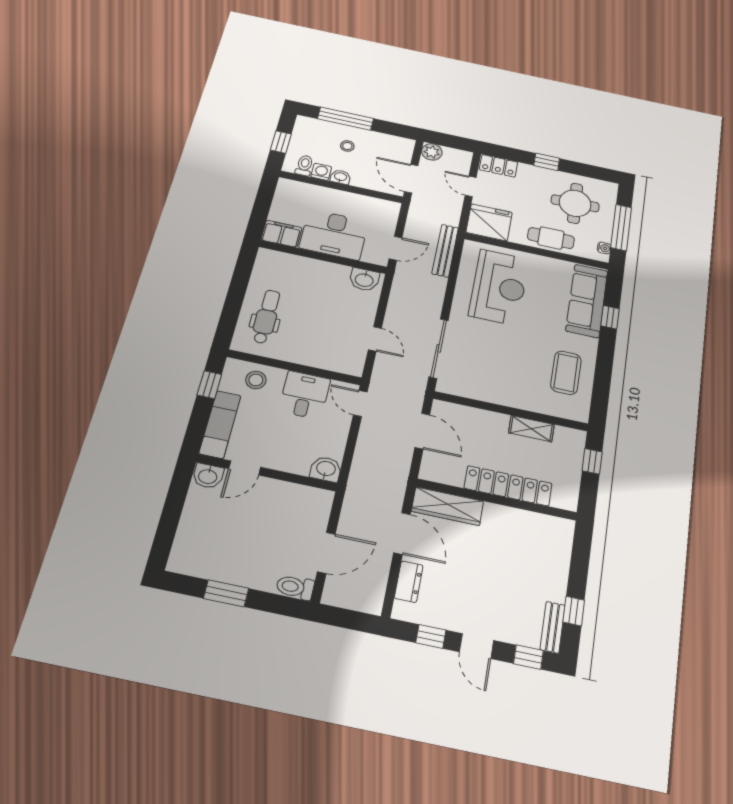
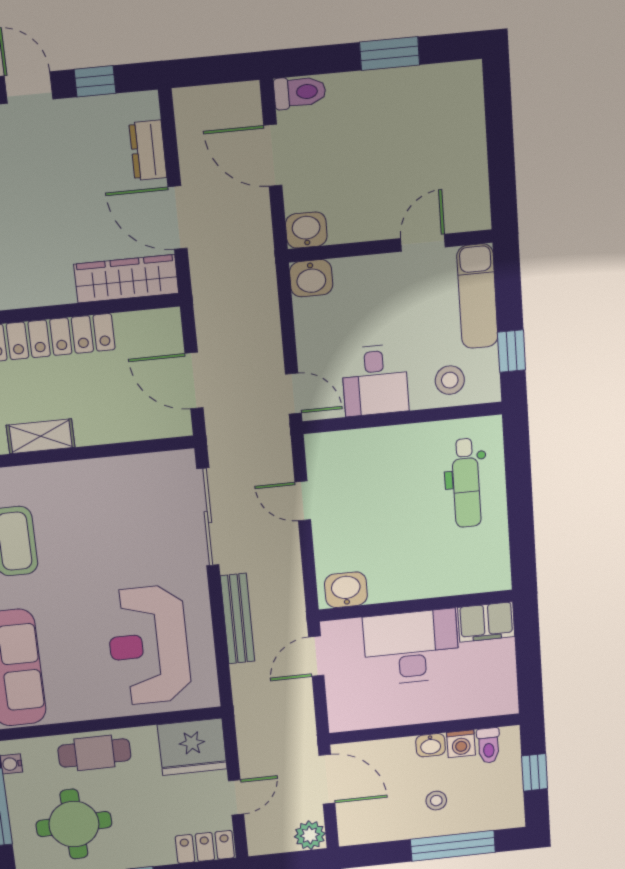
door: (471, 186) -> (236, 797), hinge flipped
bench: (445, 251) -> (237, 619), moved
washbasin: (208, 476) -> (306, 230), moved
door: (326, 553) -> (273, 155), hinge flipped

